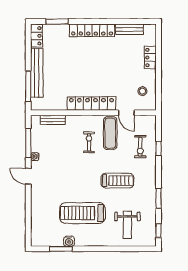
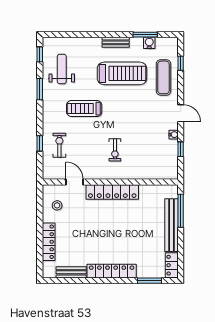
locker: (150, 58) -> (49, 242), width x1.53
bench: (53, 120) -> (116, 42), moved
exercise mat: (110, 133) -> (163, 77), moved
window: (28, 143) -> (181, 149), width x0.46
window: (28, 222) -> (181, 63), added
weight bench: (127, 225) -> (62, 69), moved
water cooler: (69, 241) -> (149, 43), moved

